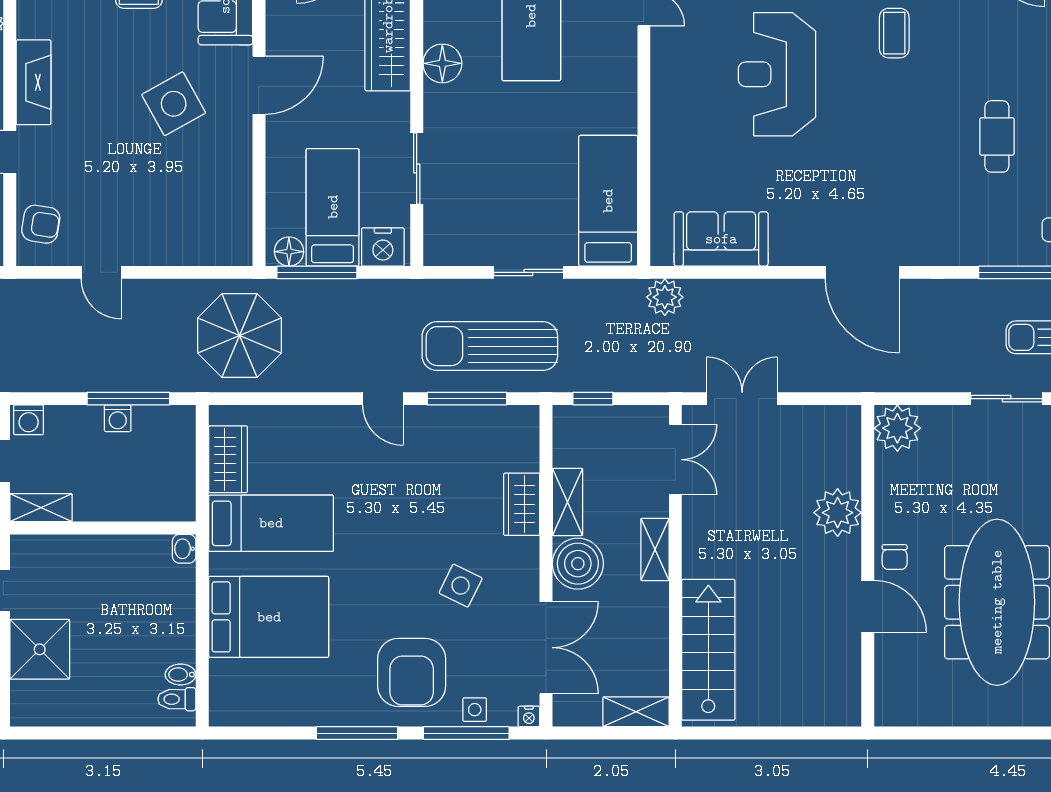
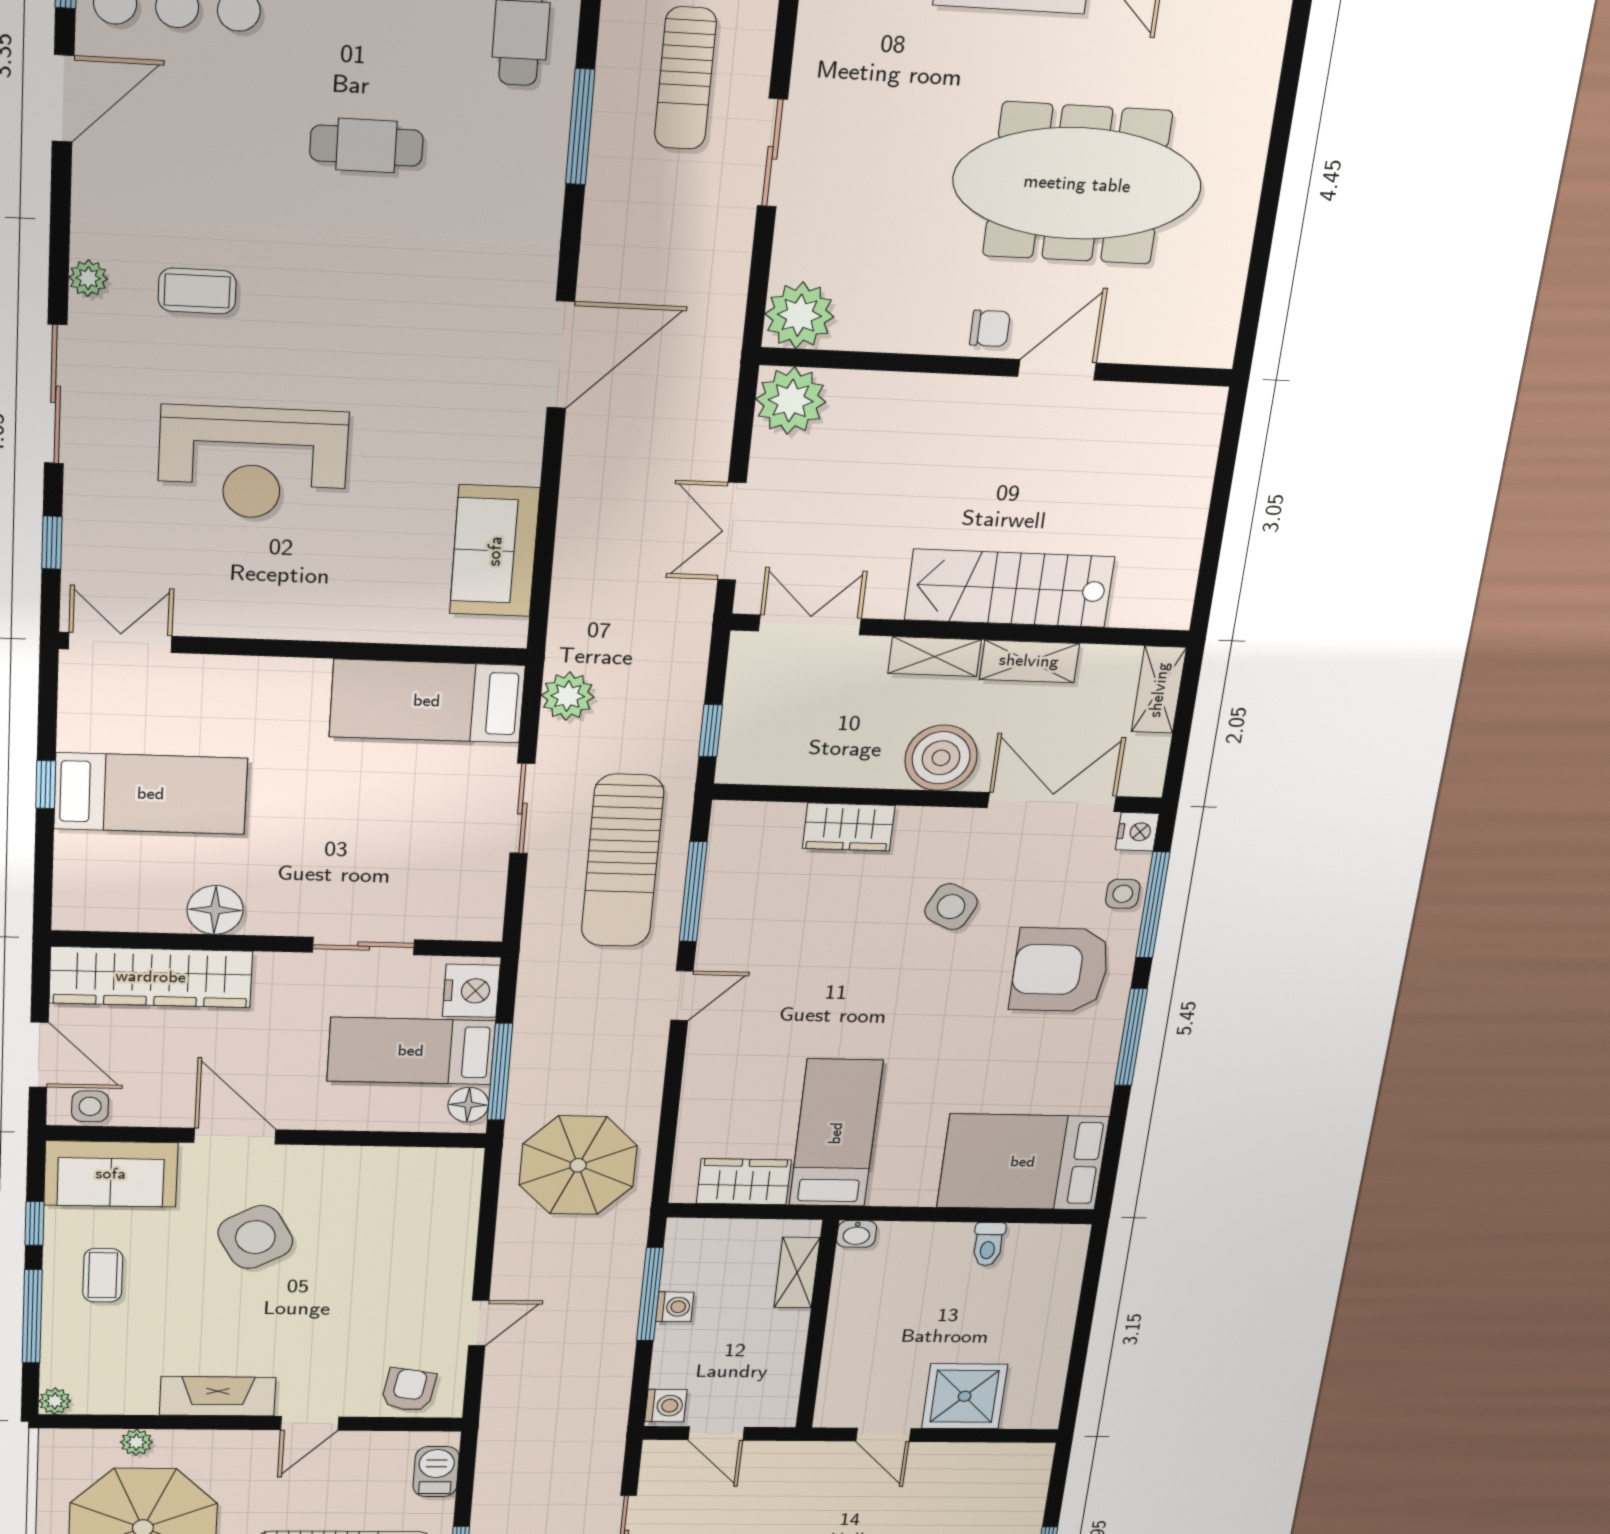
plant: (665, 297) -> (568, 696), moved
shelving: (567, 502) -> (1029, 661), moved
shelving: (41, 508) -> (797, 1273), moved
plant: (838, 513) -> (791, 401), moved
bed: (269, 617) -> (1023, 1162), moved, turned -90
stairs: (708, 650) -> (1010, 588), moved
armchair: (412, 672) -> (1060, 970), turned 180
bidet: (181, 675) -> (1021, 1240), removed
toilet: (177, 699) -> (988, 1244), moved
nightstand: (529, 716) -> (1137, 832), width x1.39, depth x1.35

